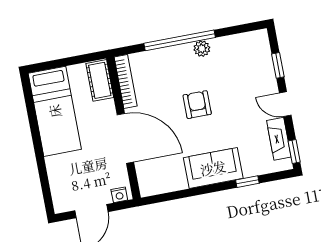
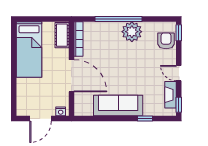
plant: (202, 49) -> (132, 32), width x1.87, depth x1.87
window: (278, 65) -> (179, 33), moved
armchair: (197, 105) -> (166, 41), moved
sofa: (213, 168) -> (118, 106), width x1.36

